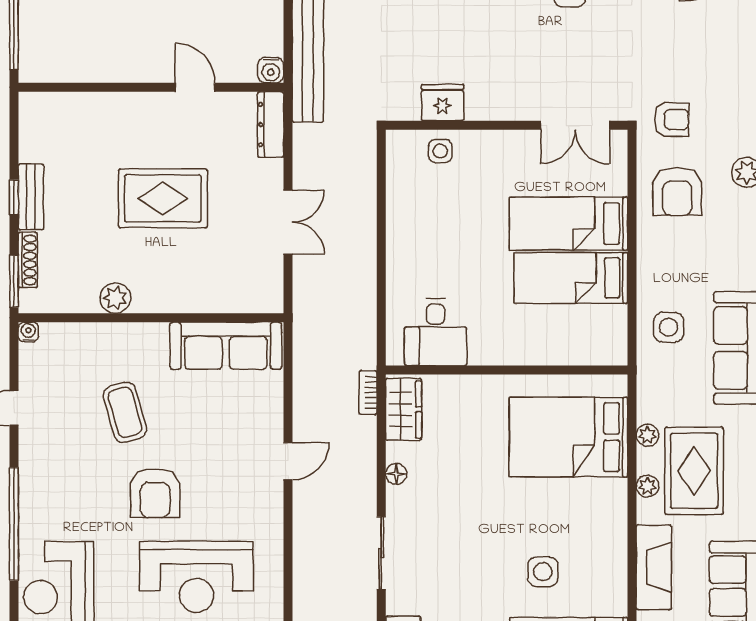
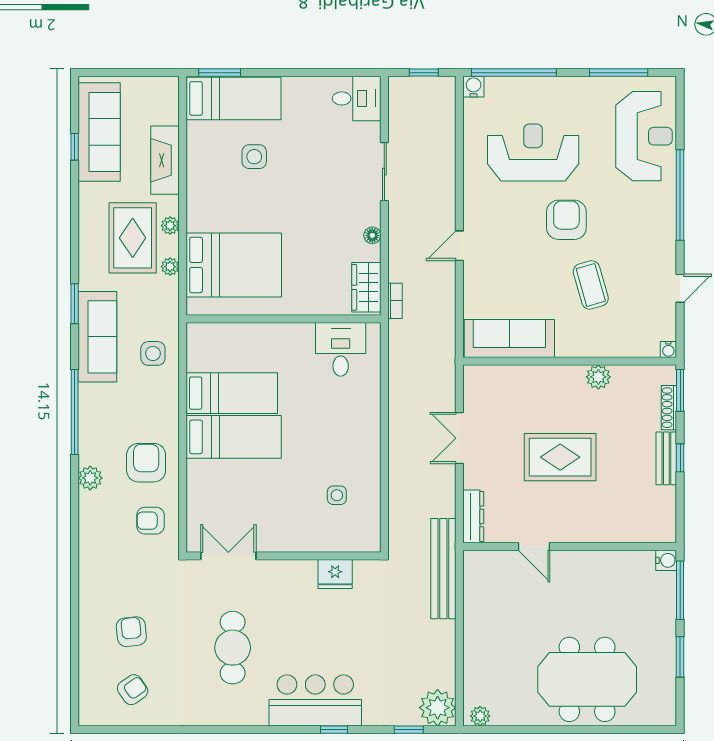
water cooler: (271, 70) -> (666, 560), moved, turned 90
fridge: (442, 103) -> (335, 574), moved
wall: (507, 125) -> (283, 556), moved
double door: (575, 125) -> (228, 556), moved

